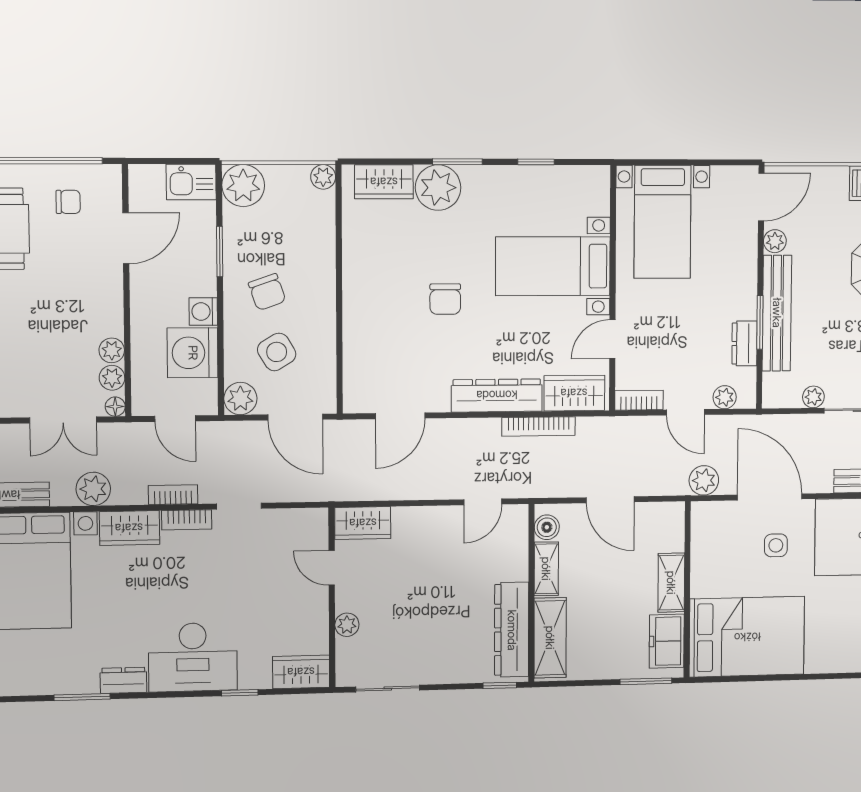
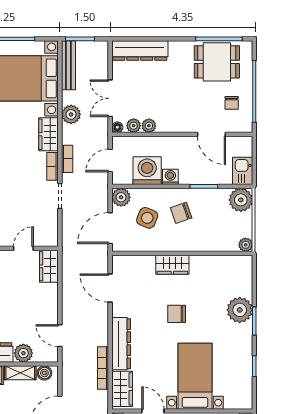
wardrobe: (384, 182) -> (172, 265), moved, turned -90
side table: (277, 352) -> (147, 218), turned -37
plant: (513, 564) -> (23, 353), added

